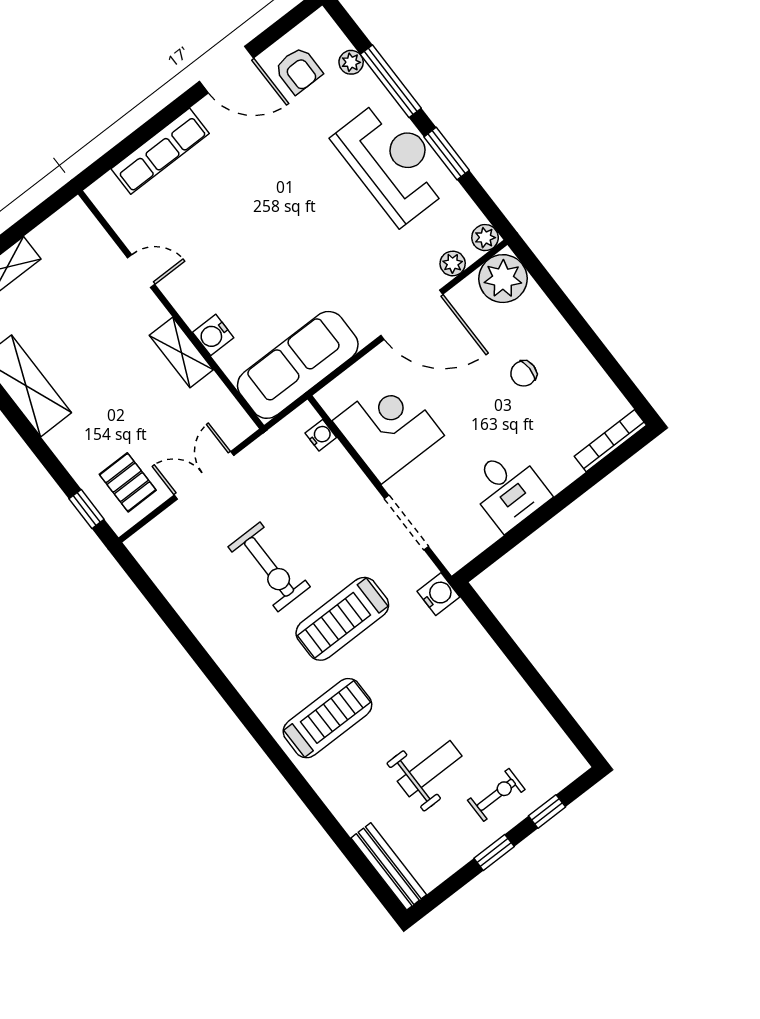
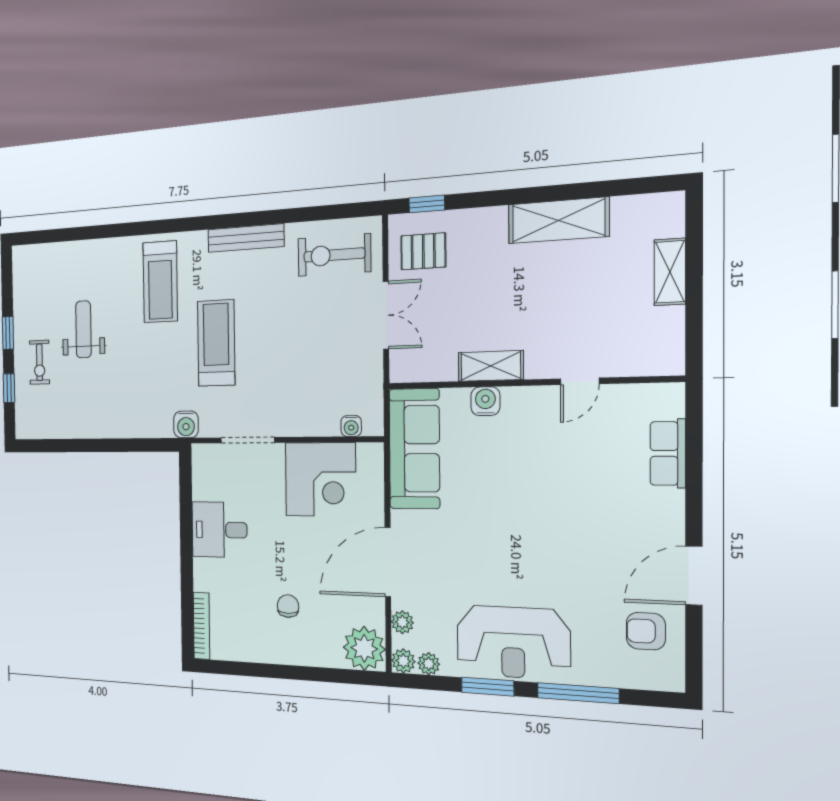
plant: (351, 62) -> (429, 664), moved
row of seats: (160, 151) -> (668, 453), width x0.68
exercise bike: (269, 567) -> (334, 255), moved
weight bench: (430, 769) -> (83, 329), turned 180
bench: (389, 866) -> (246, 238), moved

